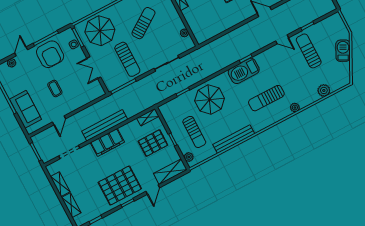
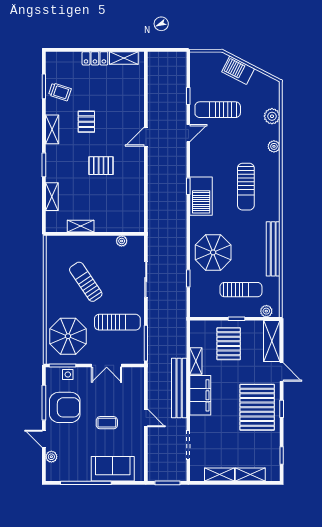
plant: (295, 108) -> (274, 146), moved
shelving: (148, 117) -> (196, 361), moved
door: (59, 120) -> (146, 418), moved

